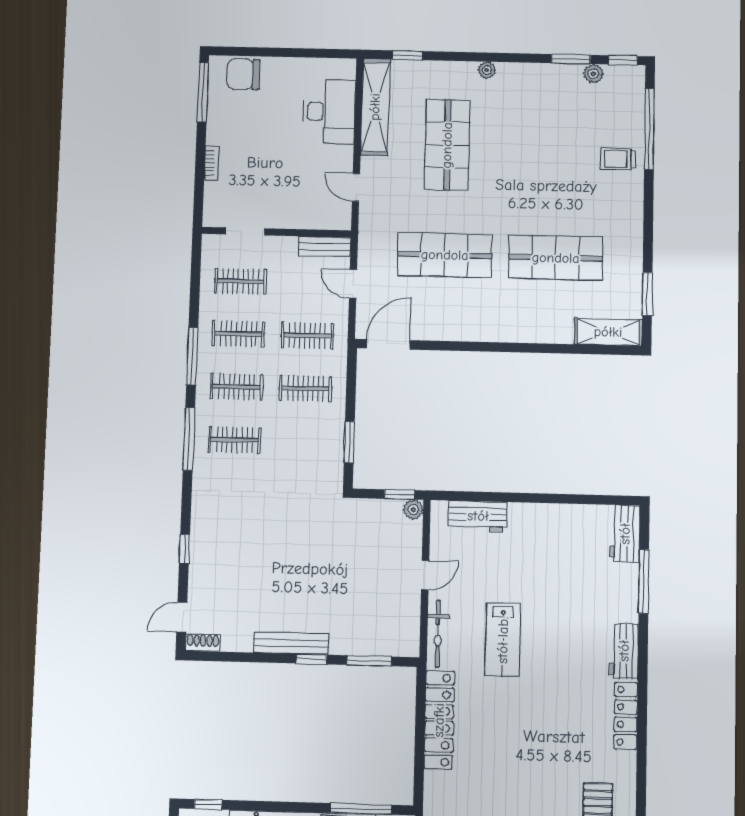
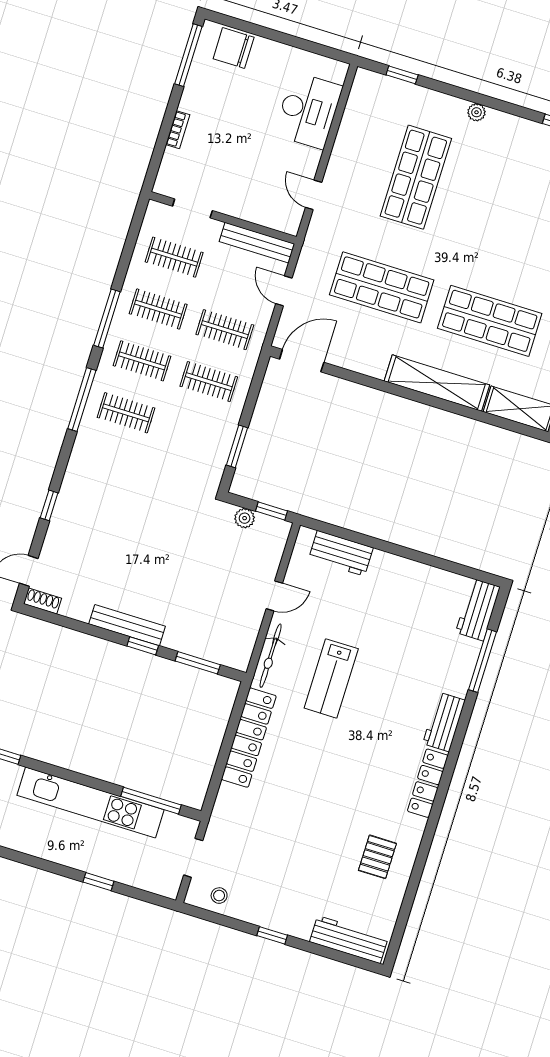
shelving: (375, 107) -> (437, 383), moved, turned 90
bench: (324, 247) -> (257, 243), width x1.36
plant: (413, 510) -> (245, 518), moved

